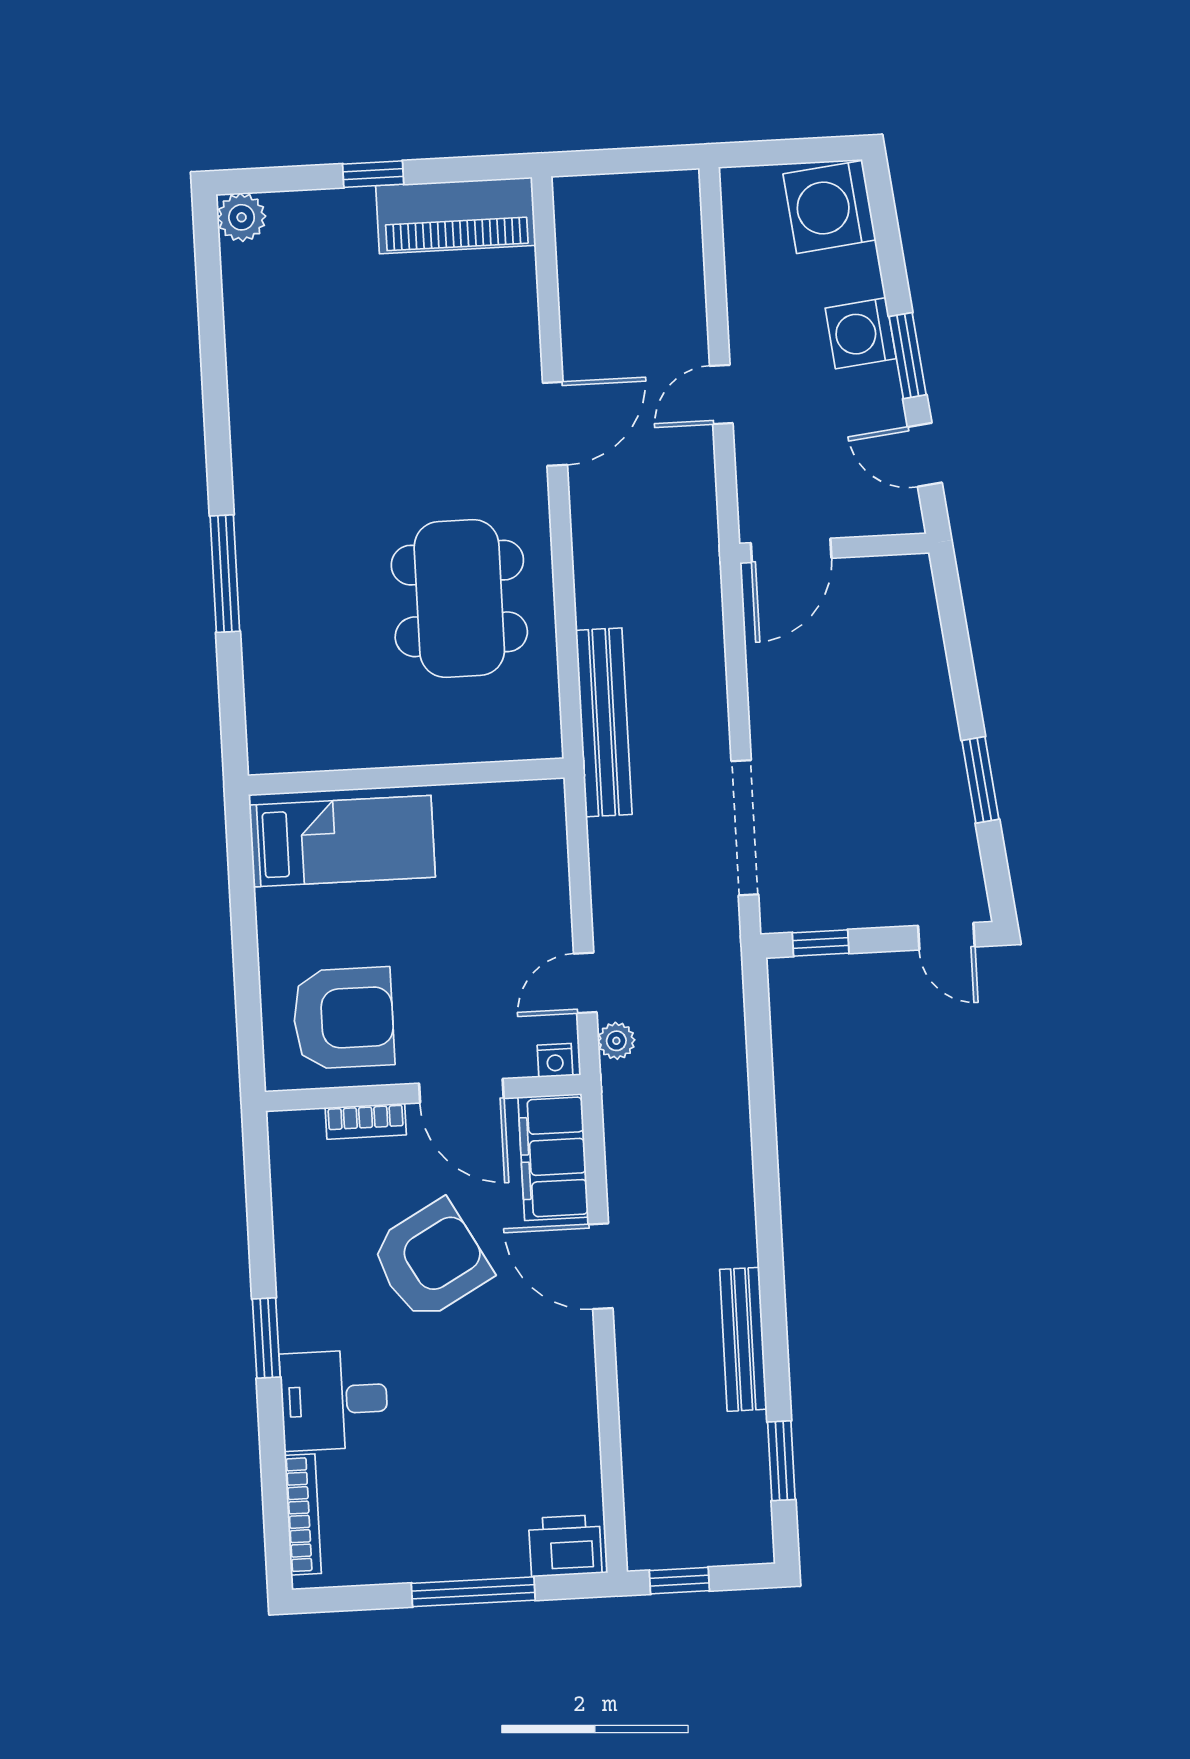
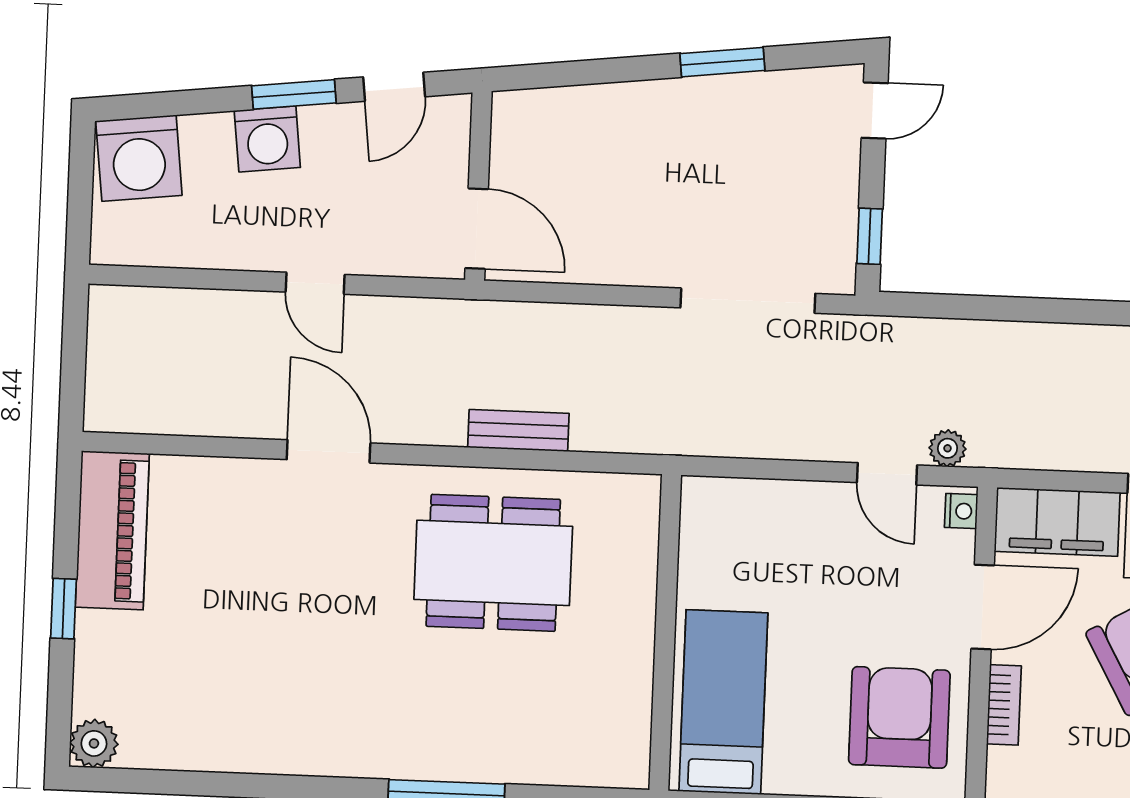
bench: (604, 722) -> (518, 431), moved, width x0.54, depth x0.82

